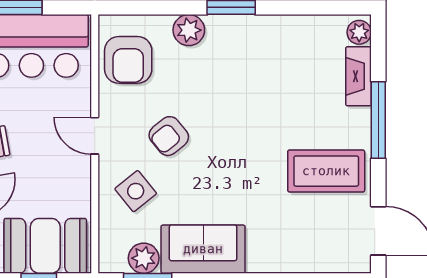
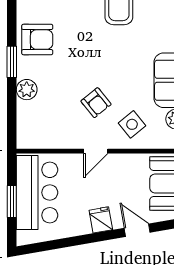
armchair: (128, 60) -> (37, 40), moved

